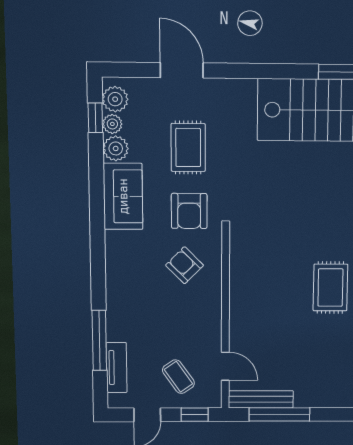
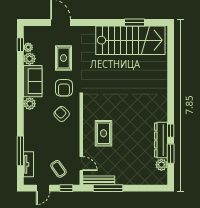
plant: (115, 99) -> (30, 104), moved
rug: (330, 288) -> (104, 133), moved

